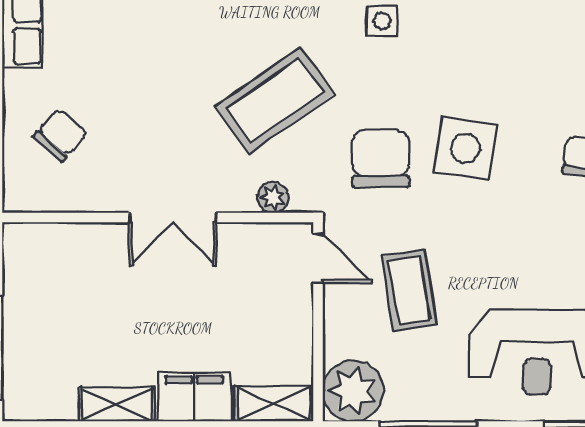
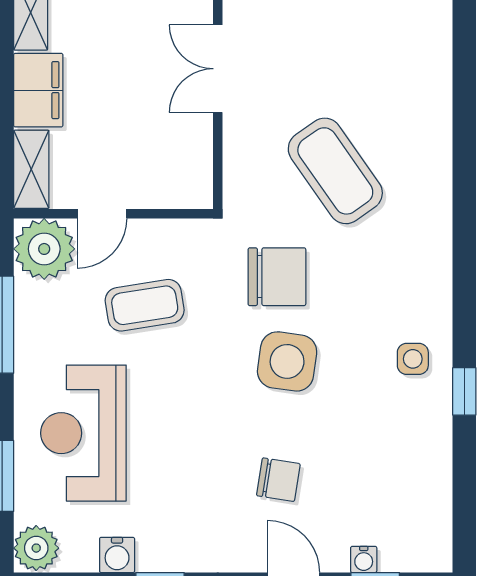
side table: (382, 21) -> (413, 359), moved
plant: (273, 197) -> (238, 169), removed
door: (318, 258) -> (102, 214), moved

